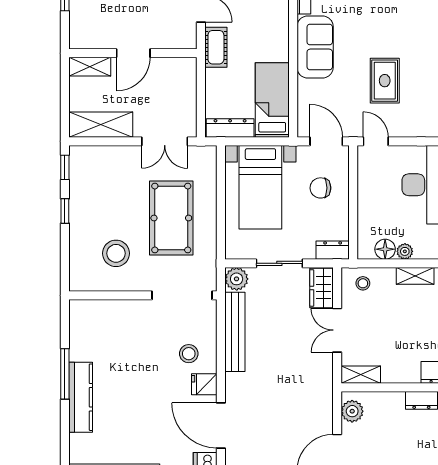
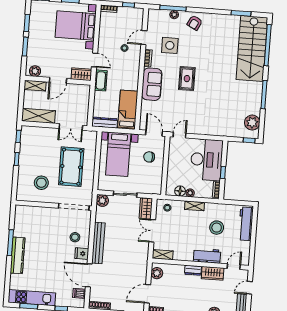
wardrobe: (178, 38) -> (81, 74), added
plant: (88, 39) -> (35, 71), added
rug: (385, 81) -> (187, 79), moved
door: (376, 141) -> (179, 135), hinge flipped
dresser: (333, 250) -> (153, 189), removed
bench: (235, 332) -> (98, 243), moved

